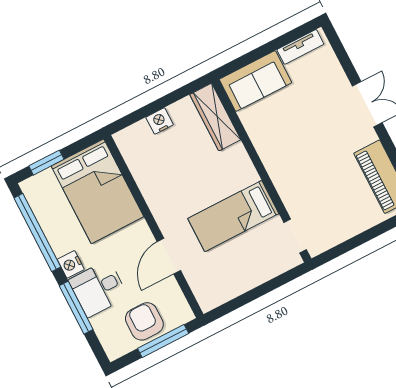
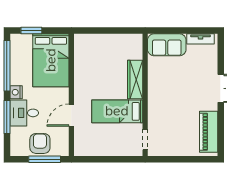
wardrobe: (215, 117) -> (135, 80), moved
nightstand: (160, 121) -> (104, 40), removed

